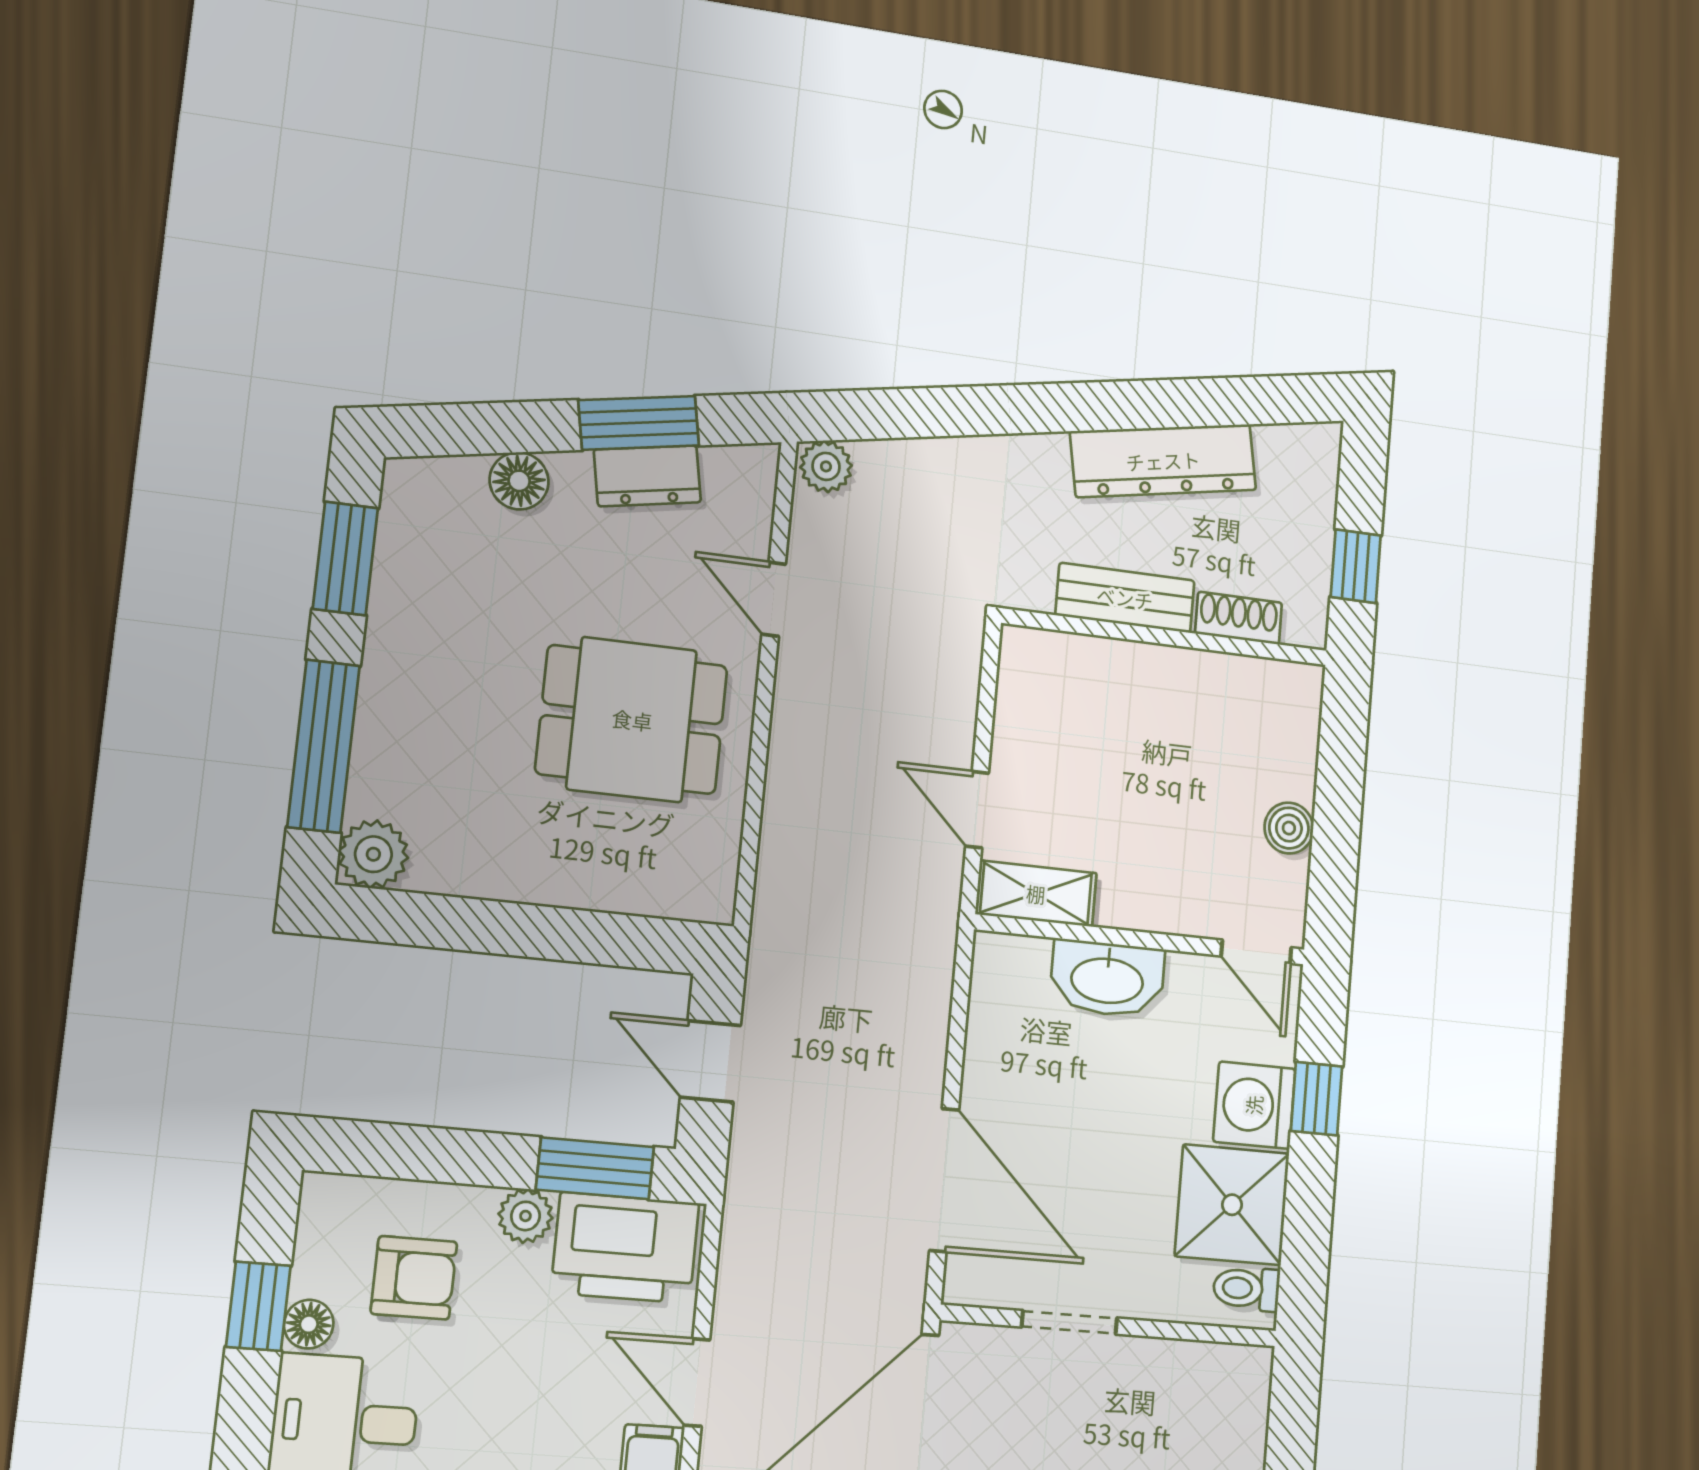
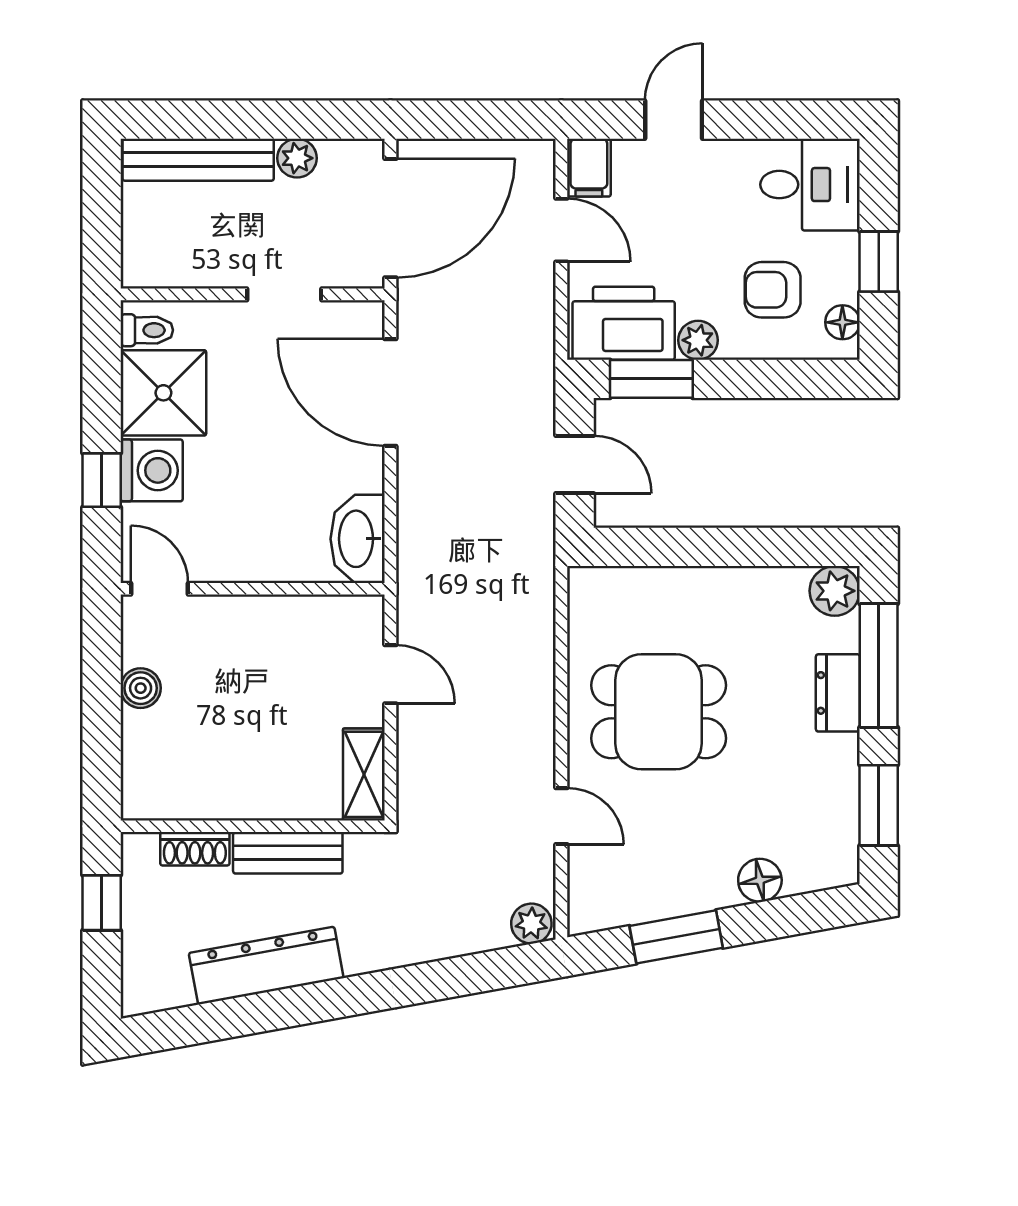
dresser: (647, 476) -> (838, 693), moved, turned -80
shelving: (1036, 894) -> (364, 774), moved, turned 90
washbasin: (1107, 979) -> (358, 539), moved, turned -90
floor lamp: (309, 1324) -> (842, 322), moved

